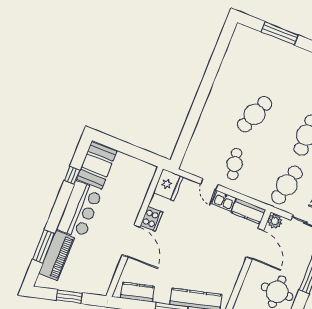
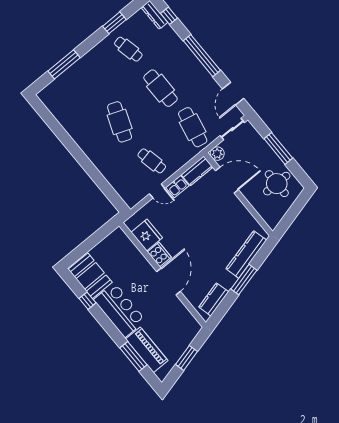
fridge: (168, 185) -> (147, 235), moved
door: (131, 241) -> (168, 282), hinge flipped

